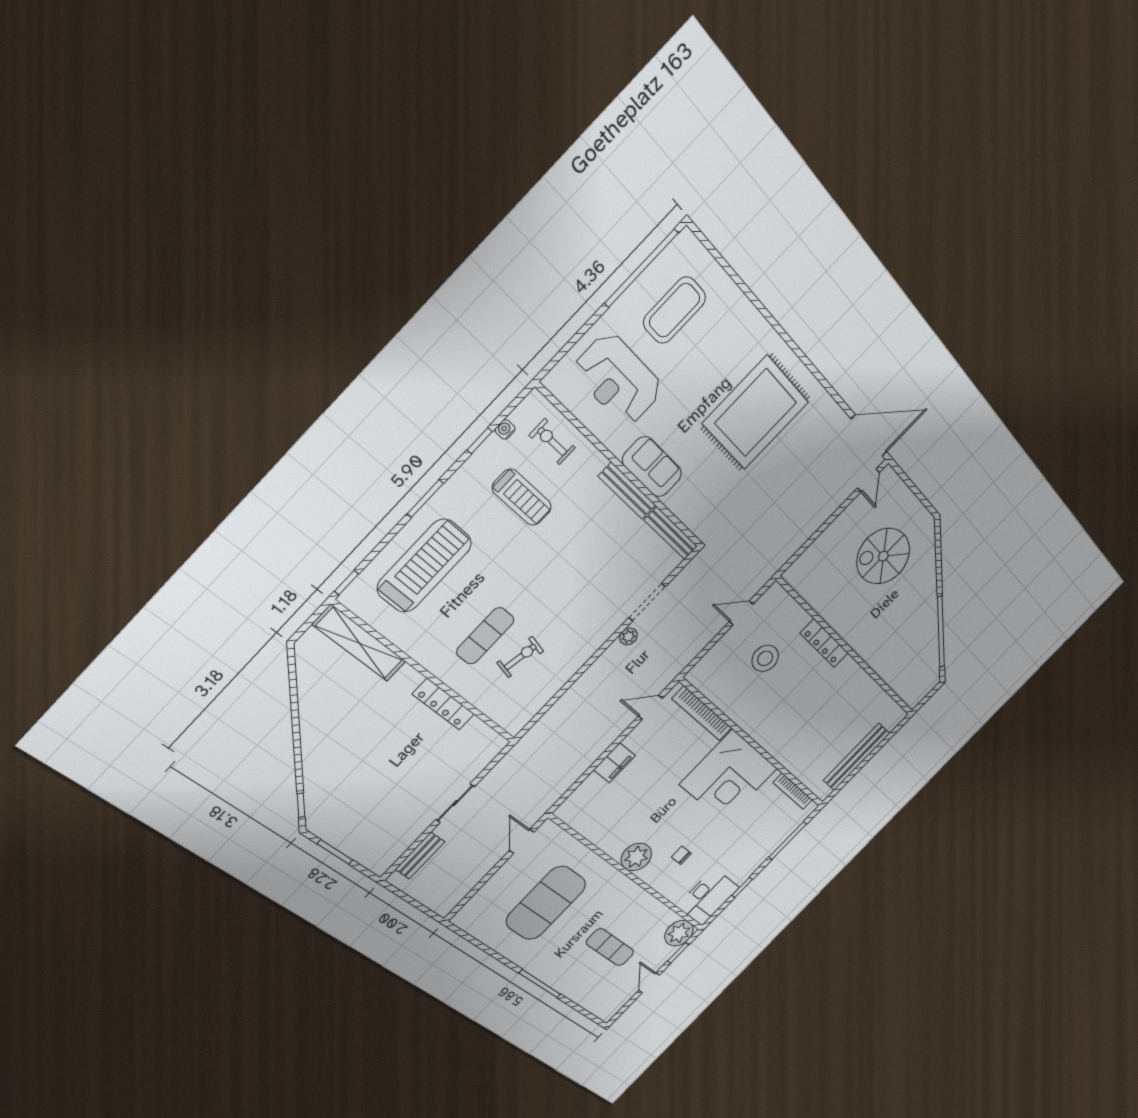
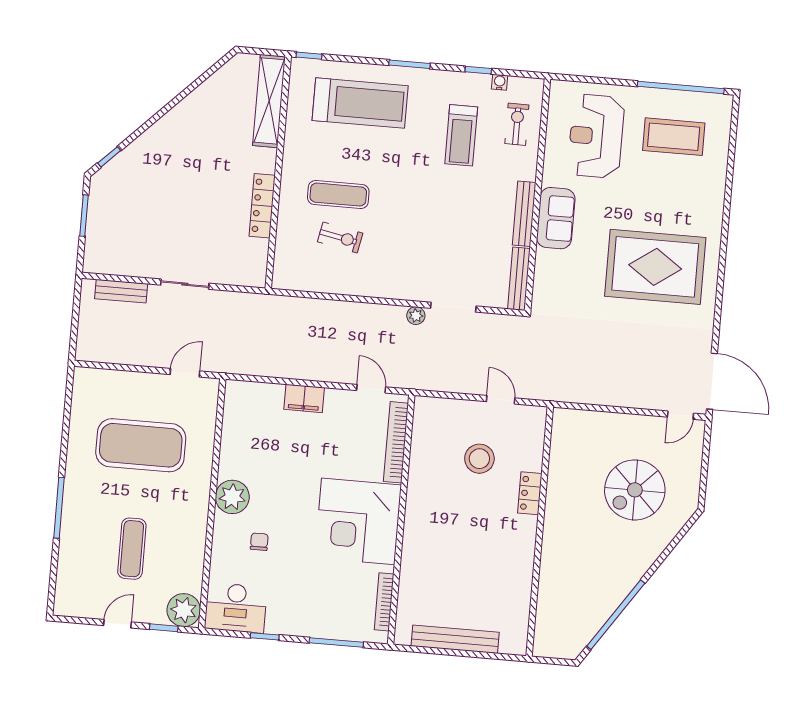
spiral stairs: (883, 556) -> (635, 490), turned -90
locker: (824, 643) -> (530, 493), width x0.66

